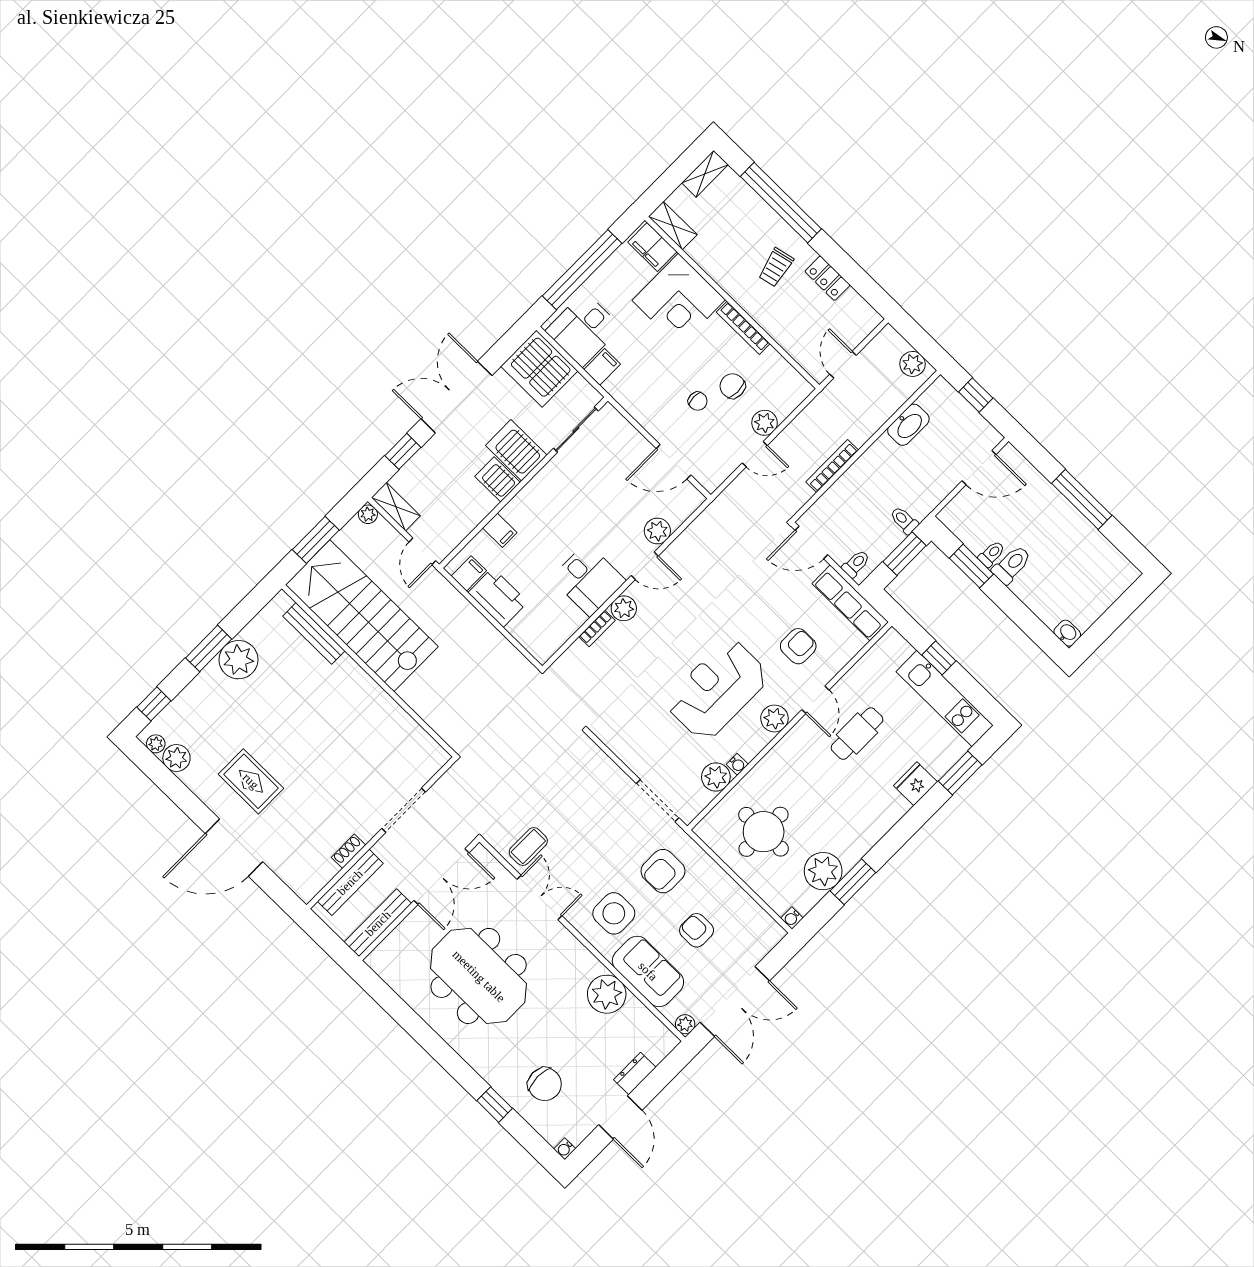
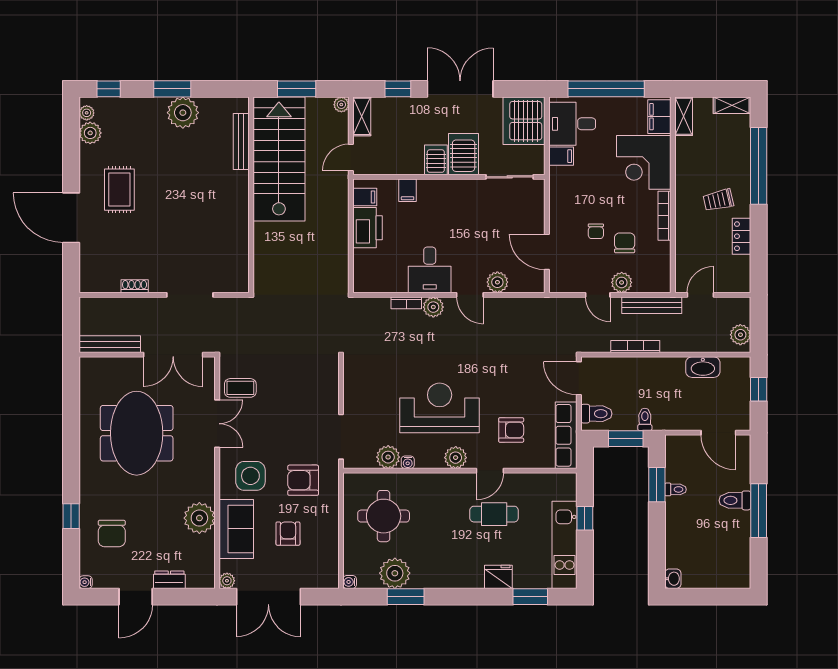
toilet: (856, 564) -> (596, 414), width x1.37, depth x1.39
toilet: (1012, 565) -> (735, 500), moved, turned 180
bench: (350, 882) -> (652, 305), moved

